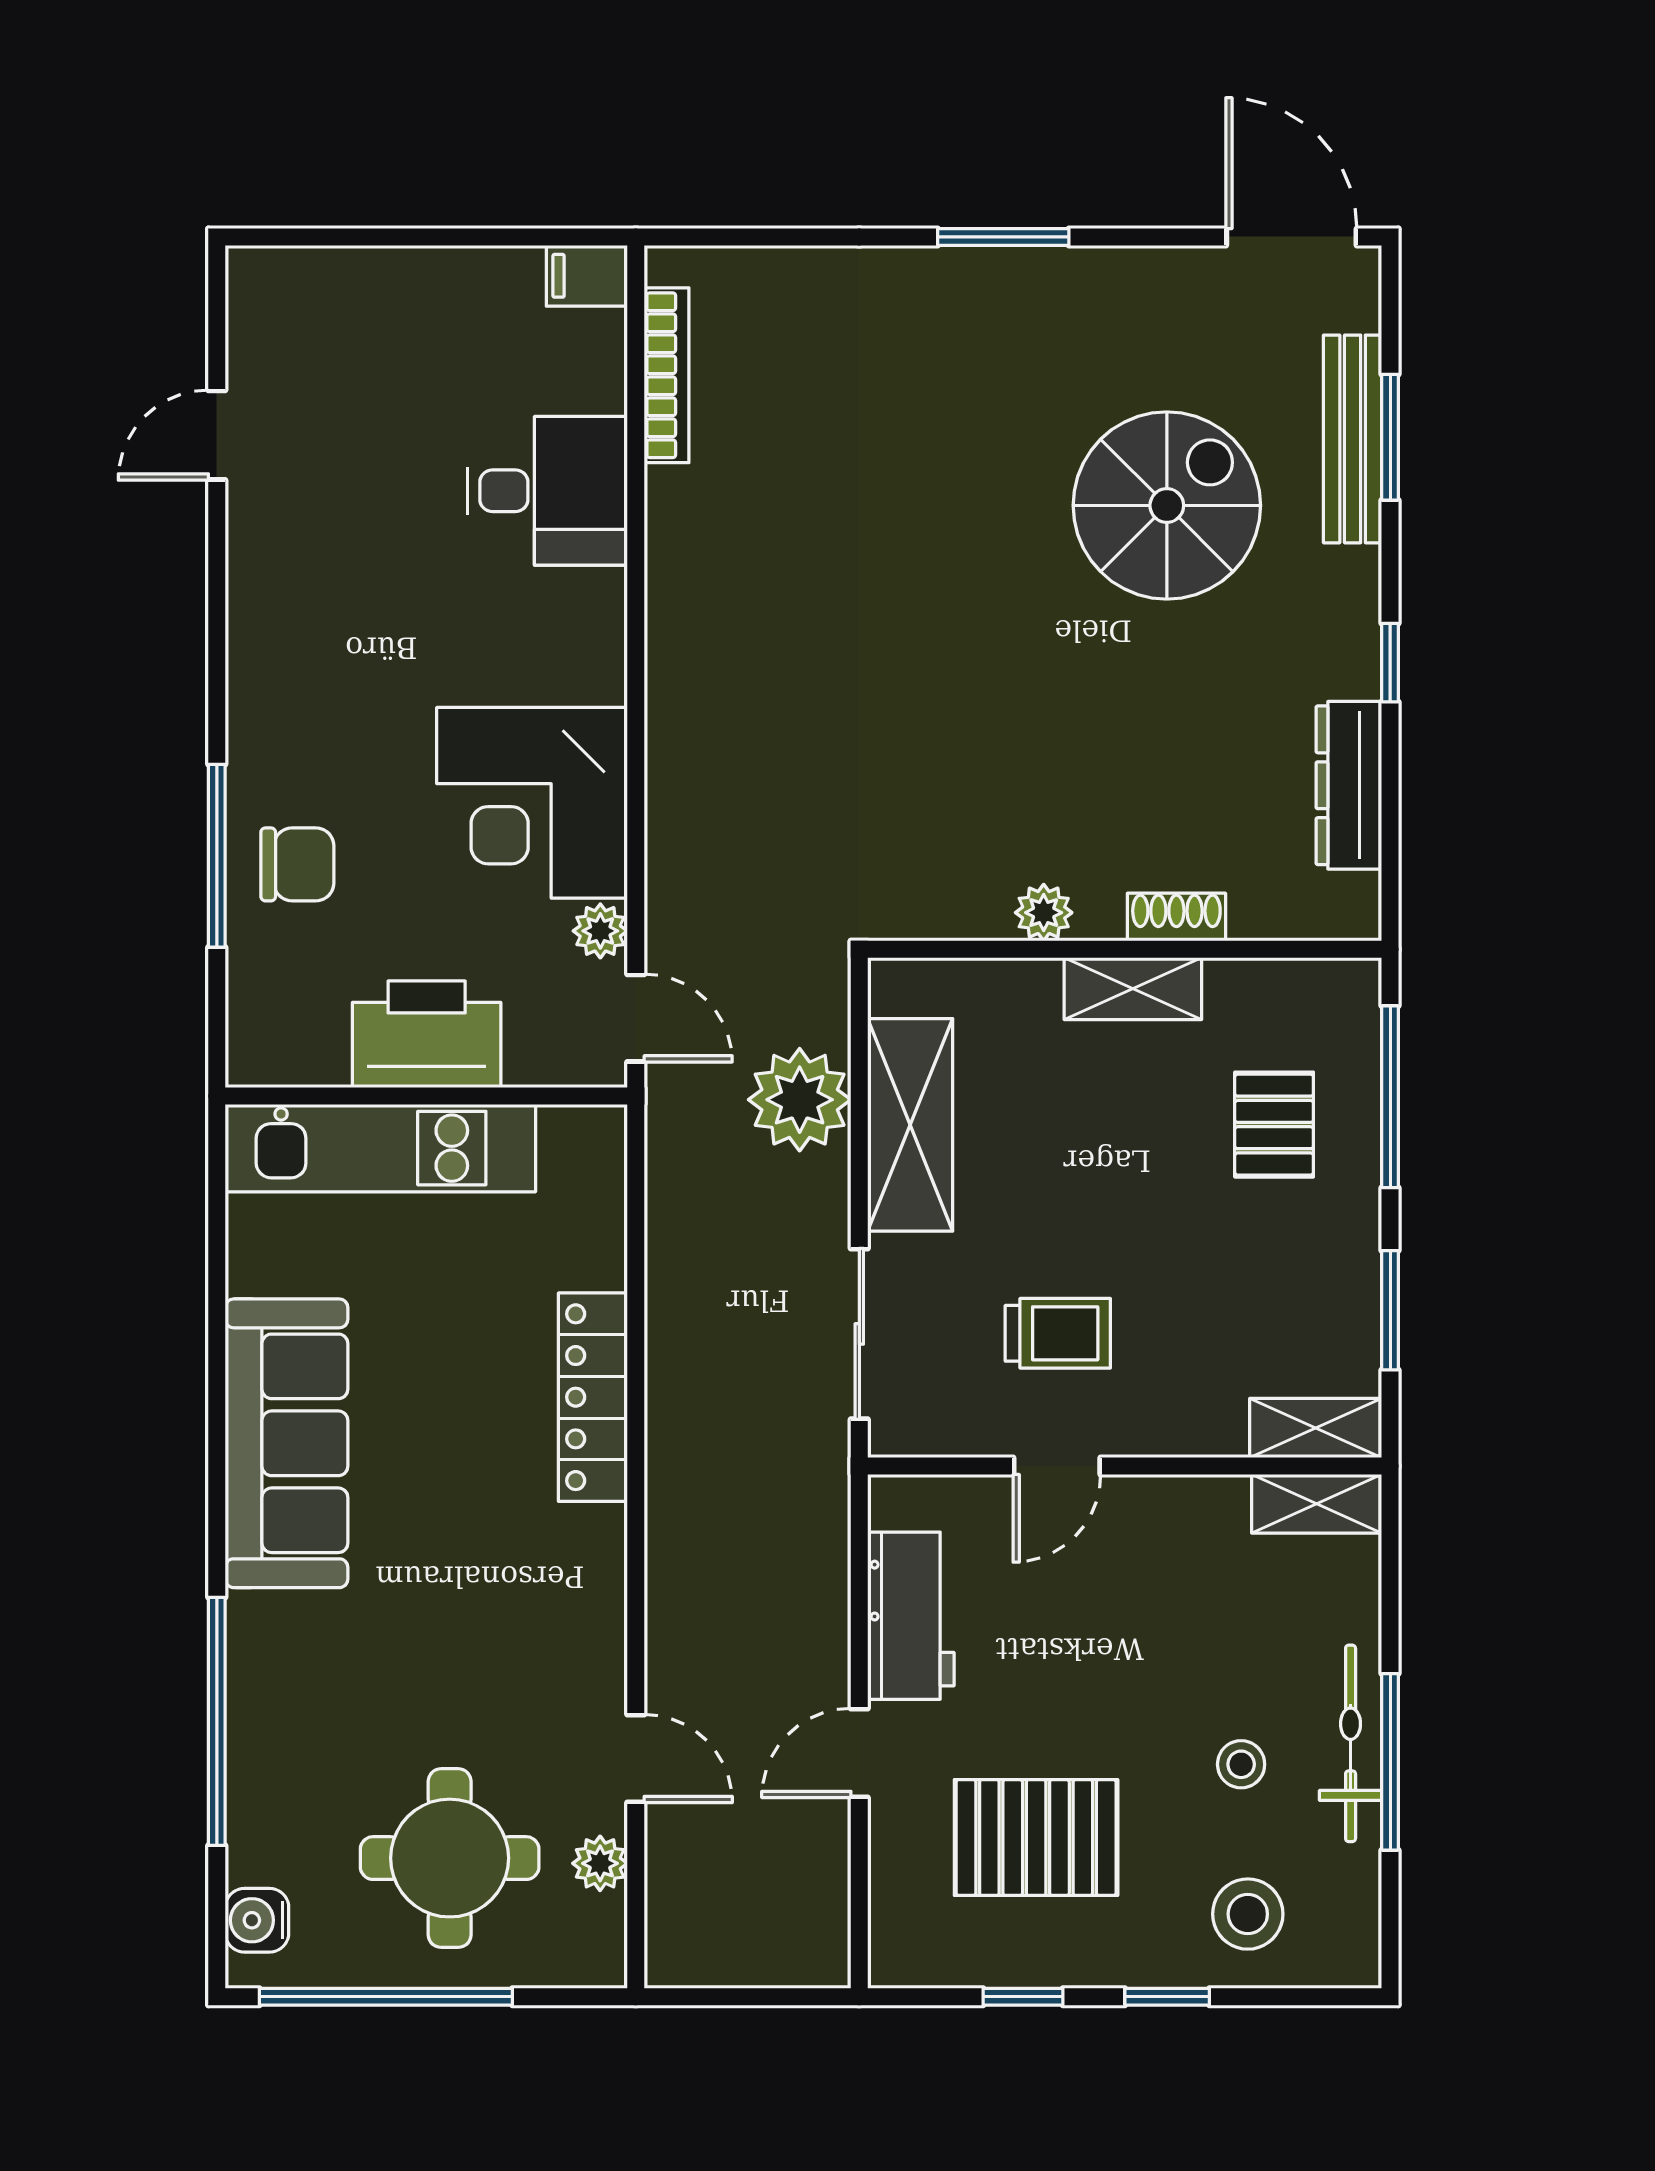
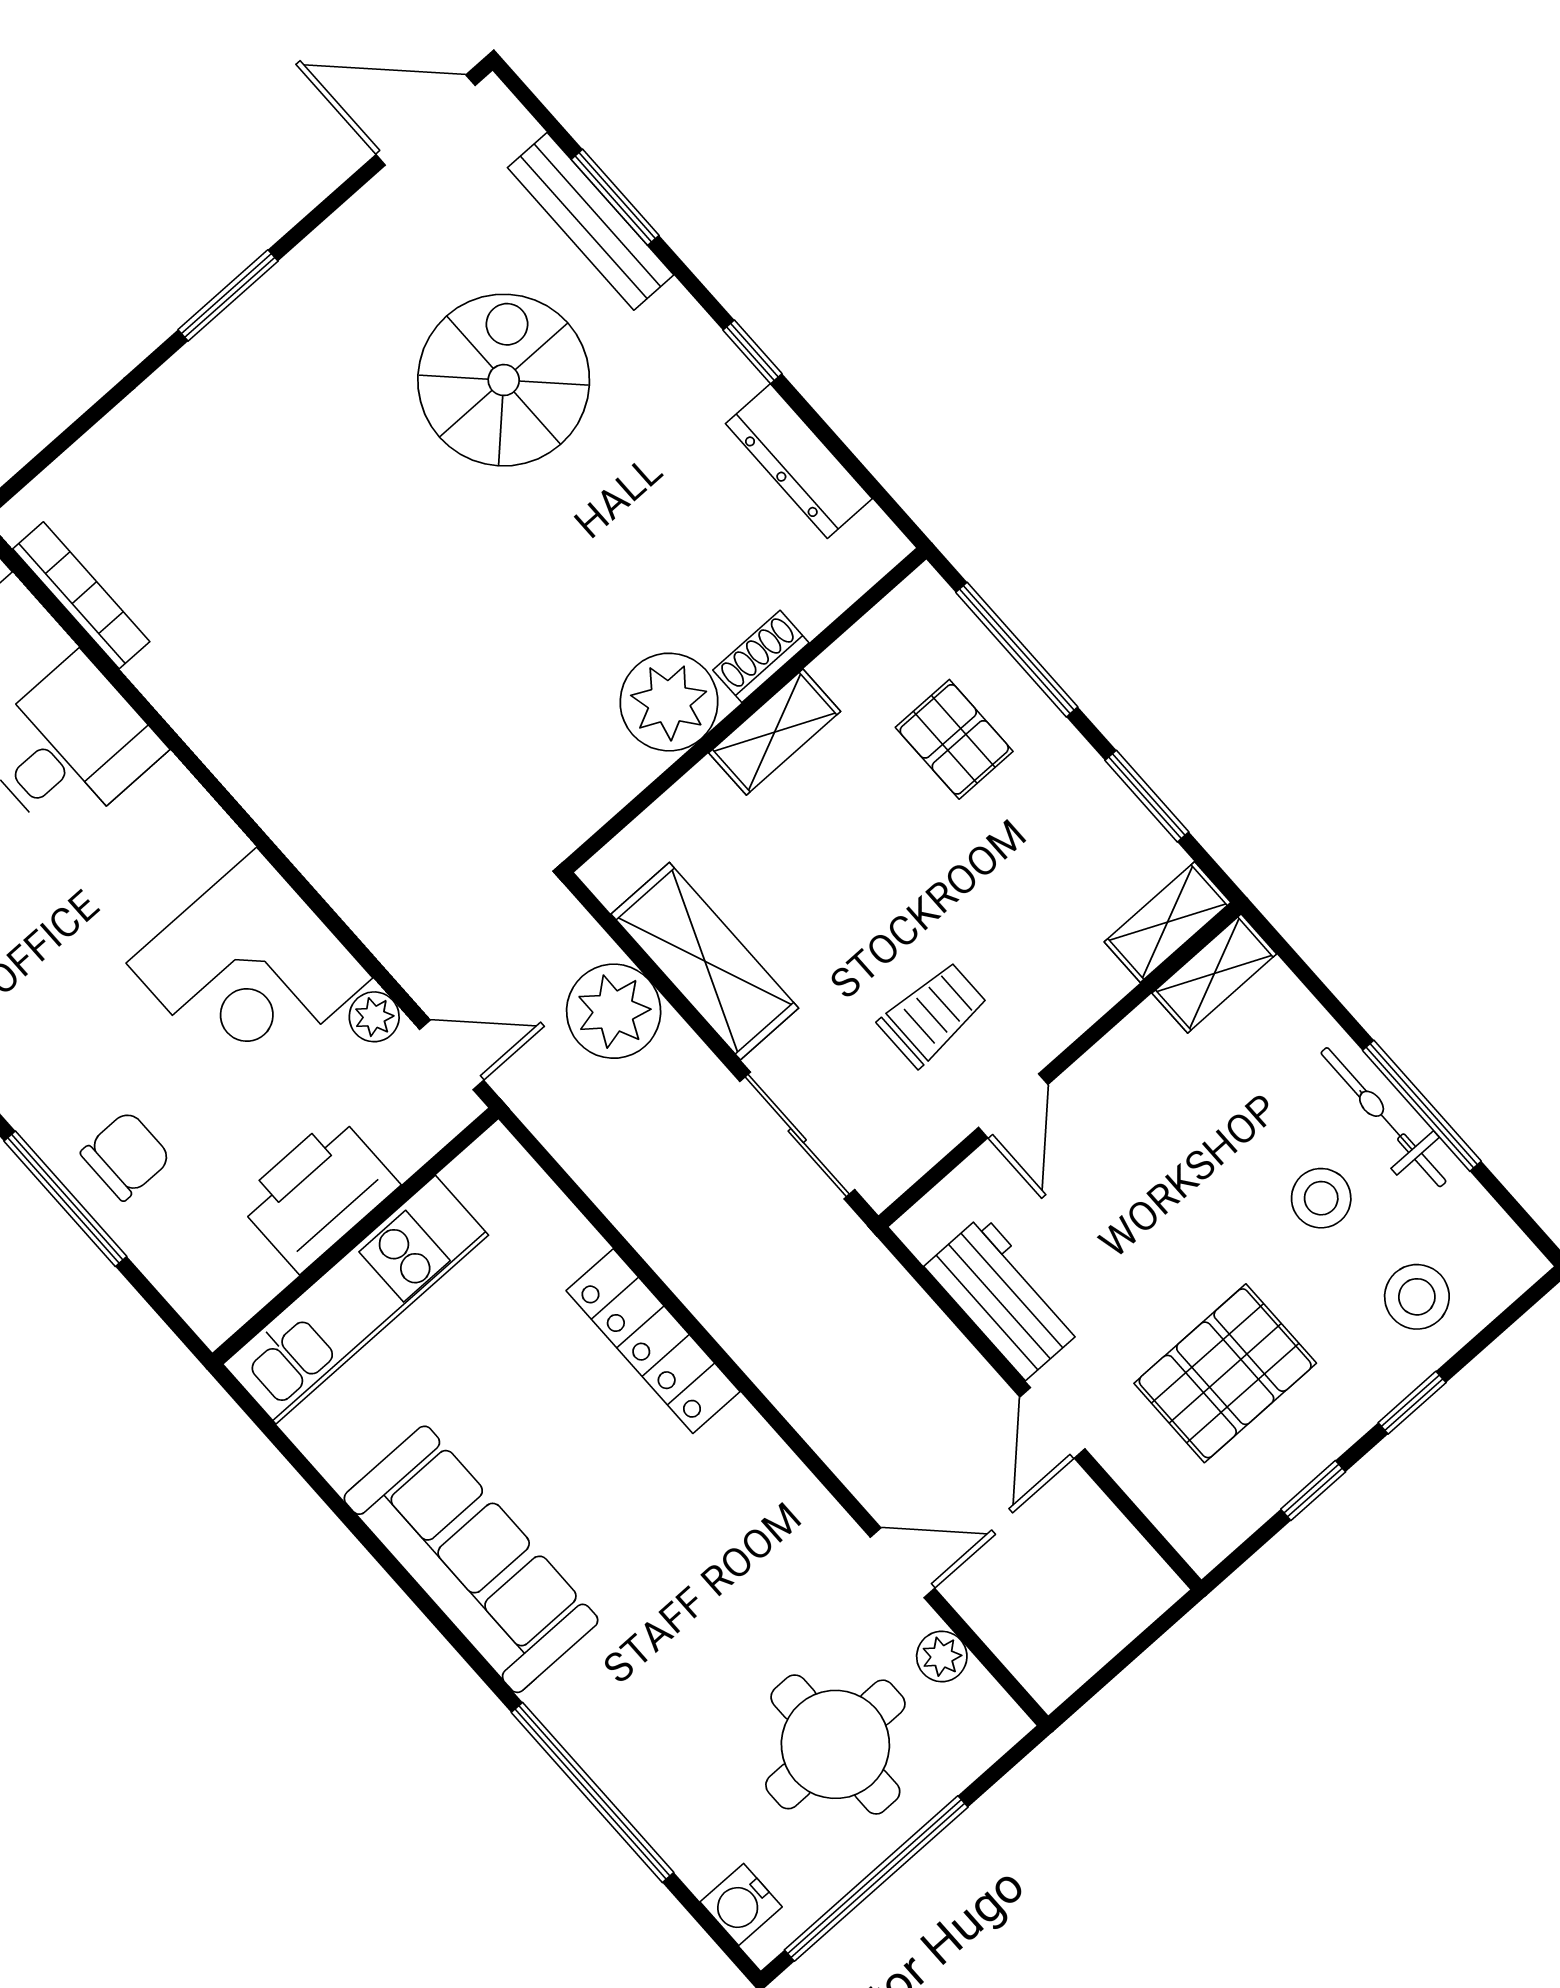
plant: (1044, 913) -> (669, 702), width x1.88, depth x1.88
stool: (1241, 1764) -> (1321, 1198), width x1.37, depth x1.37

